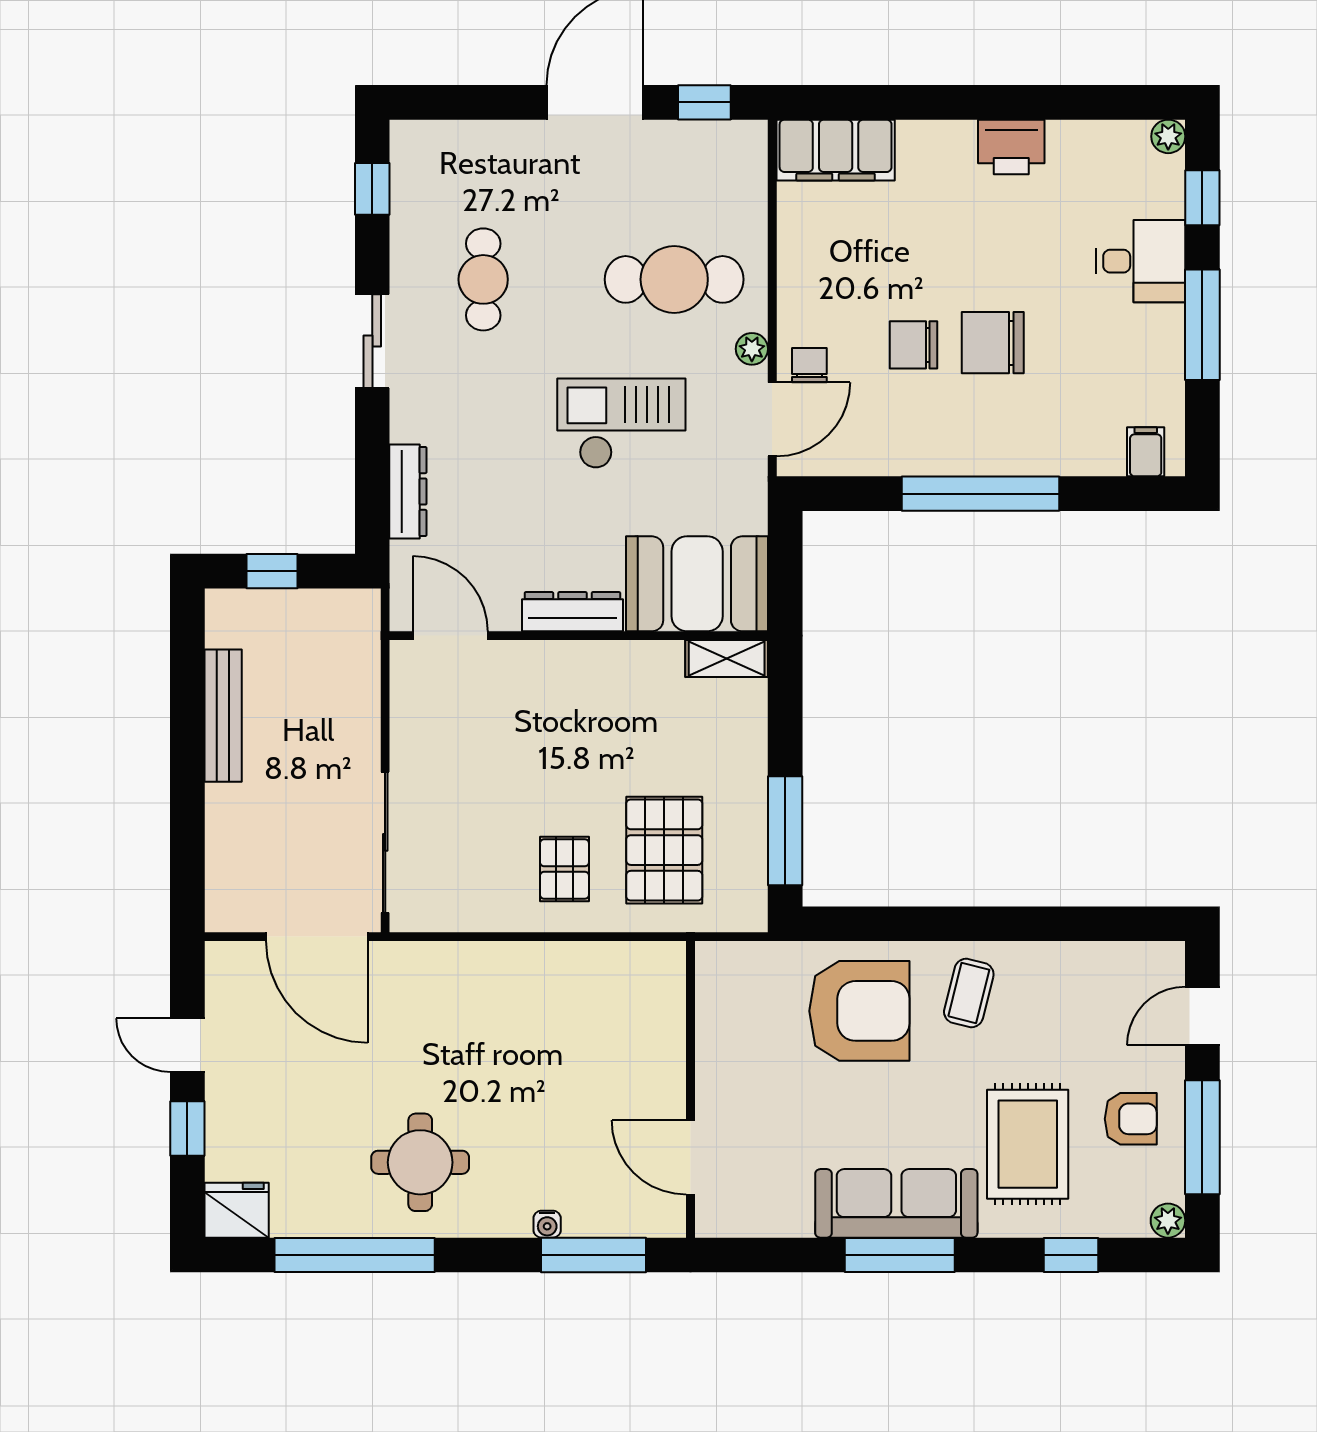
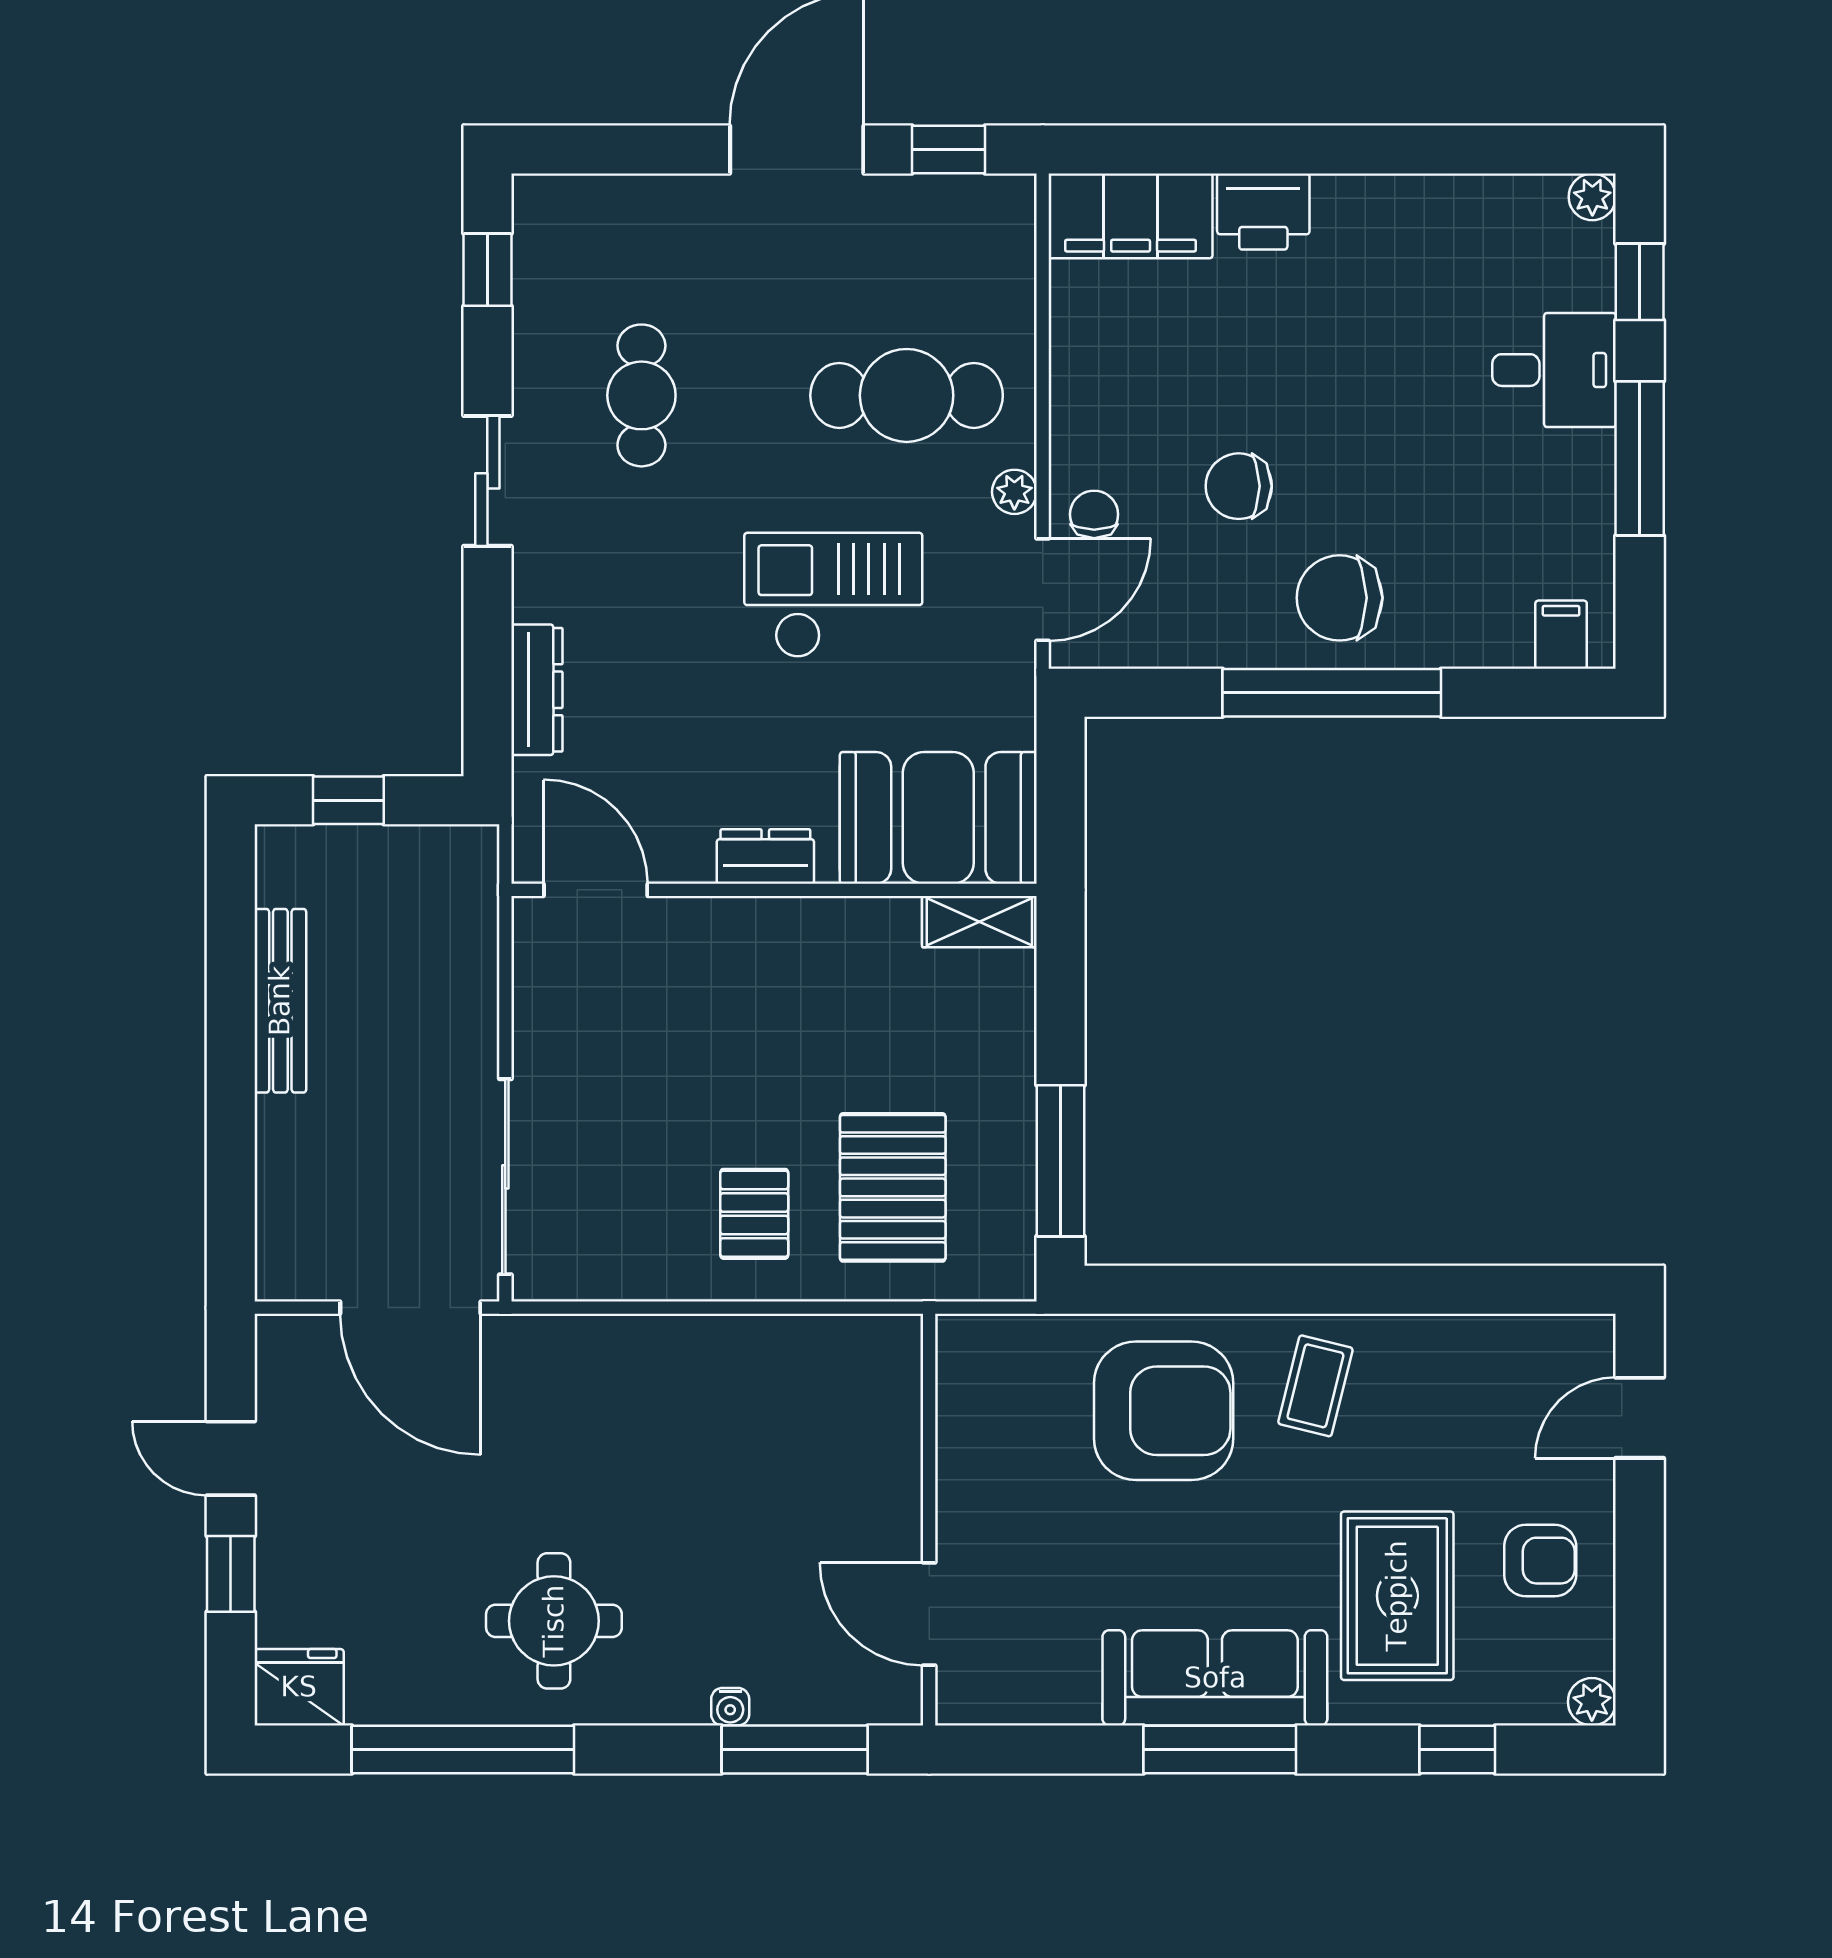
printer: (1011, 147) -> (1263, 212), moved
chair: (993, 343) -> (1340, 598), moved
dresser: (572, 612) -> (765, 857), width x0.70
window: (1202, 1137) -> (1640, 1586), removed

